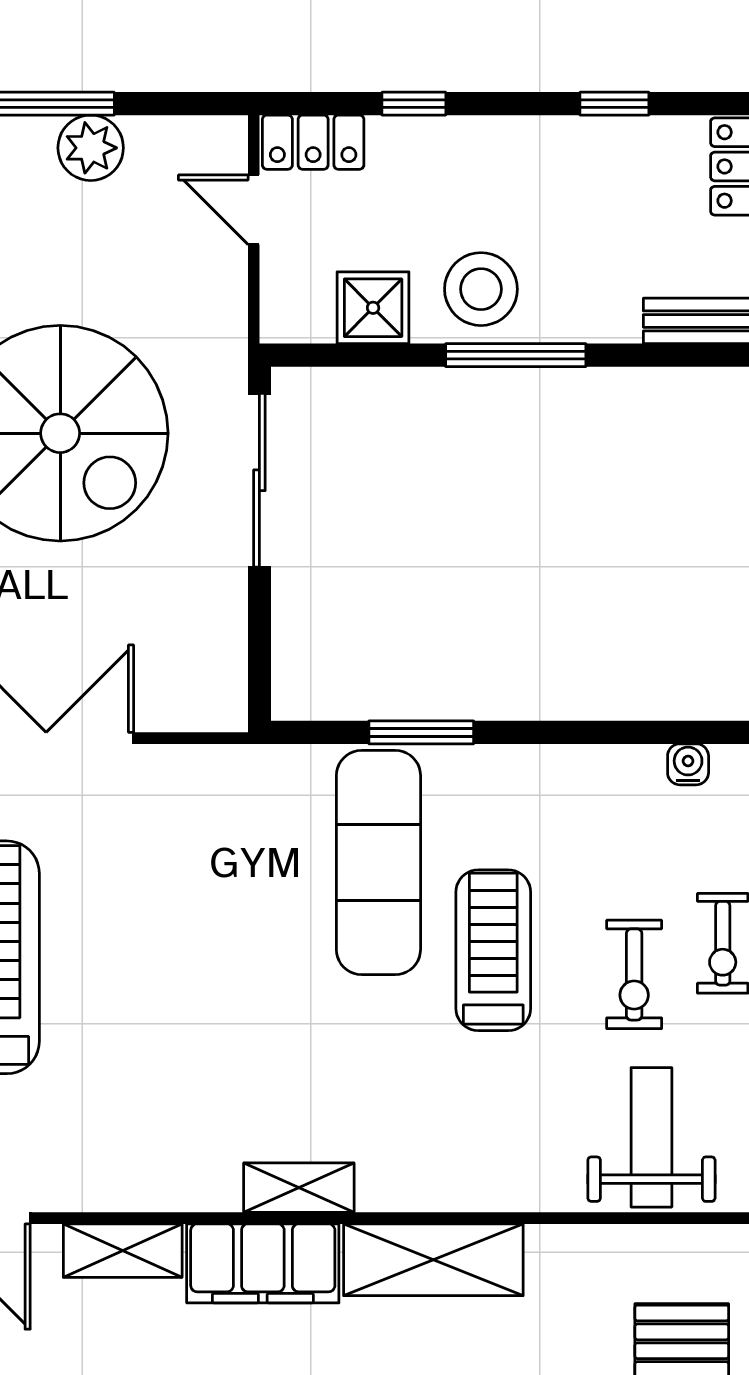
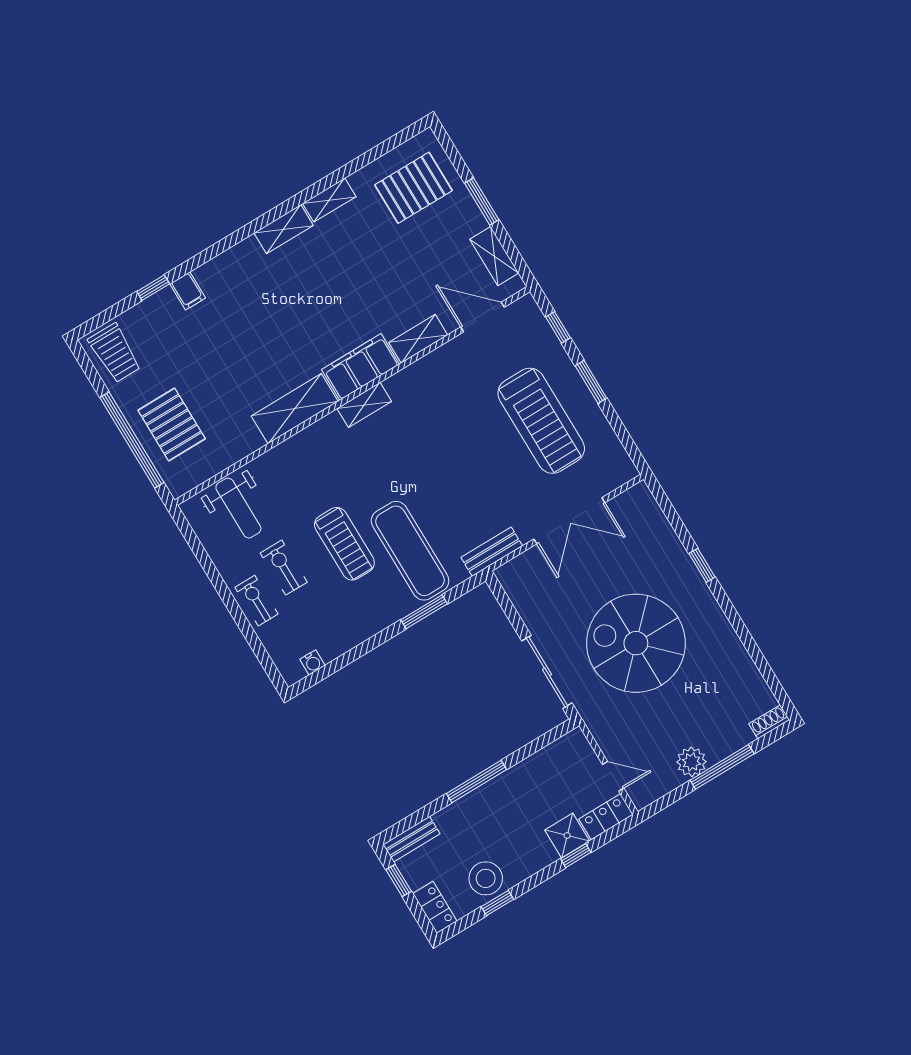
stool: (481, 289) -> (486, 878), moved
shower: (373, 308) -> (567, 836), moved
bench: (226, 768) -> (492, 552), added

